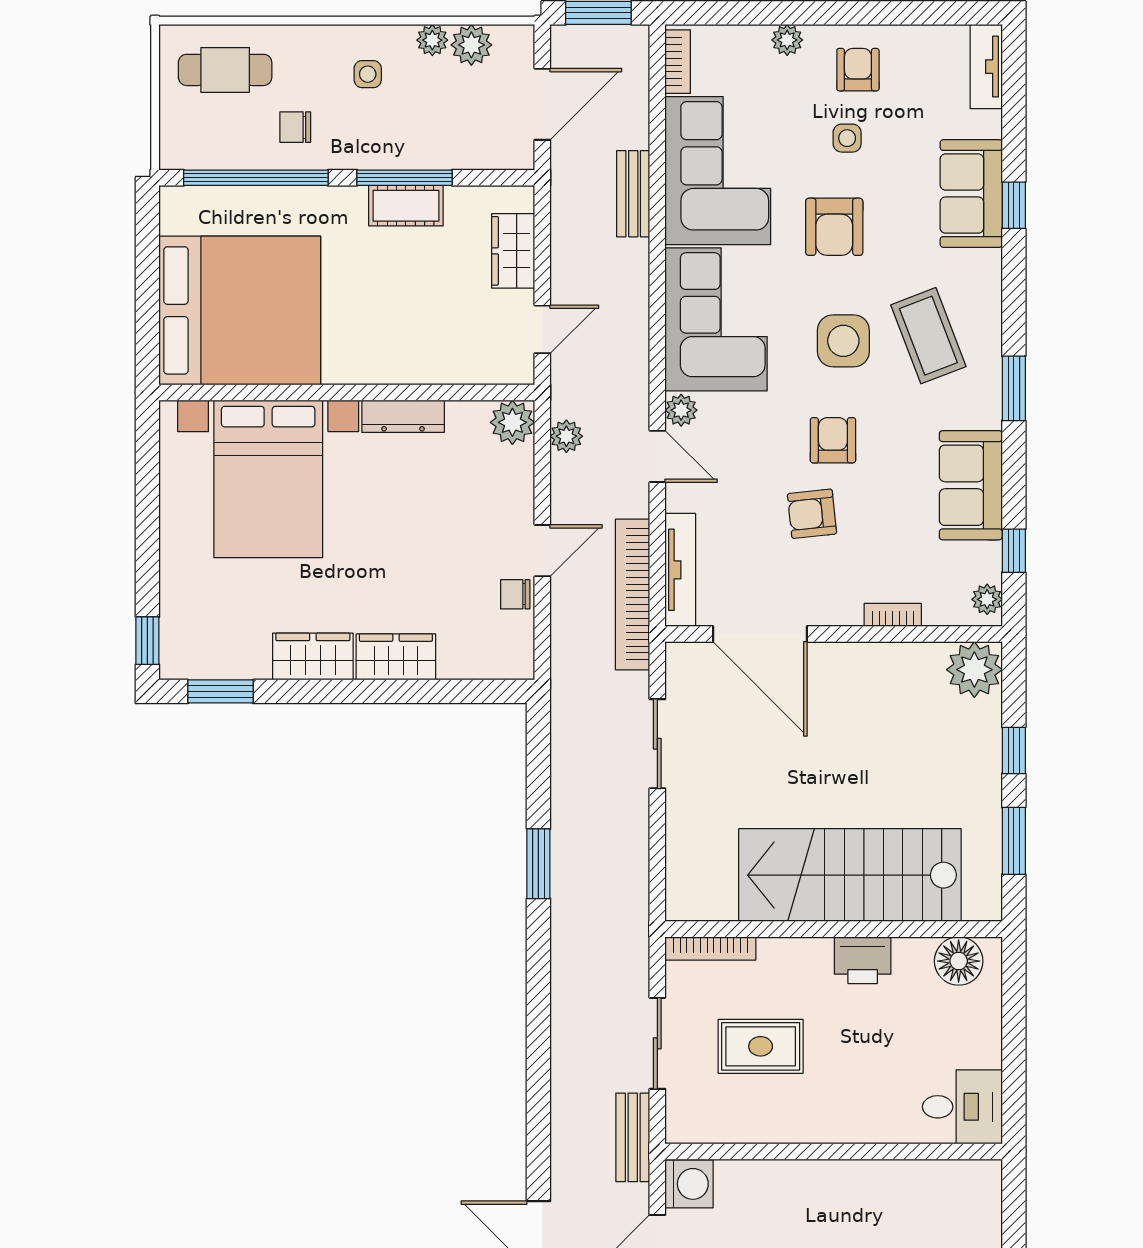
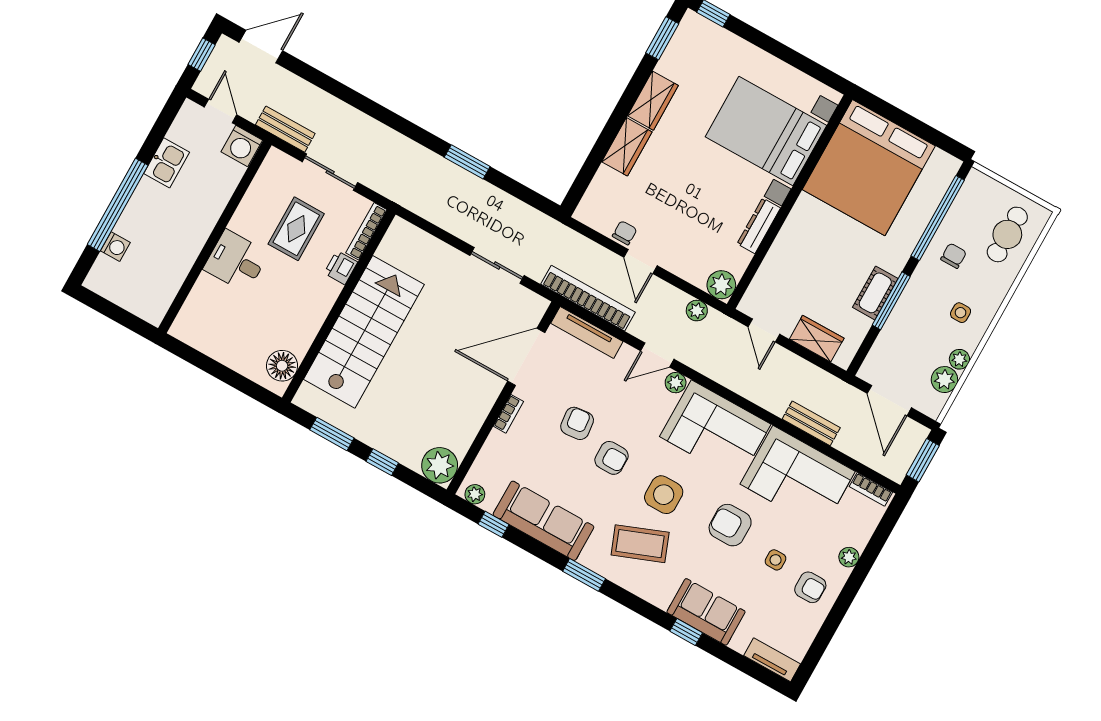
sofa: (971, 485) -> (543, 521), width x1.36
bookcase: (893, 615) -> (508, 414), moved
printer: (863, 960) -> (341, 268), moved, width x0.73, depth x0.81
desk: (962, 1107) -> (236, 261), moved, turned 90

